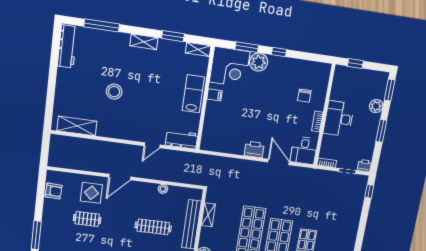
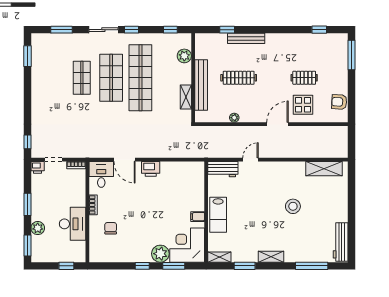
desk: (339, 119) -> (73, 224), moved

